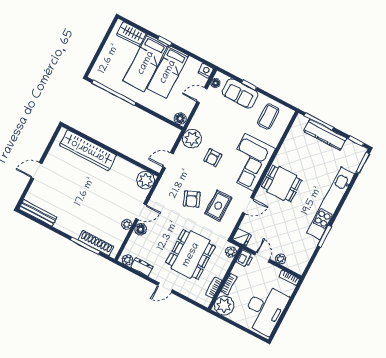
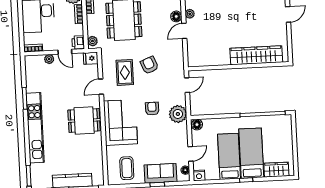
plant: (146, 180) -> (196, 59), removed

